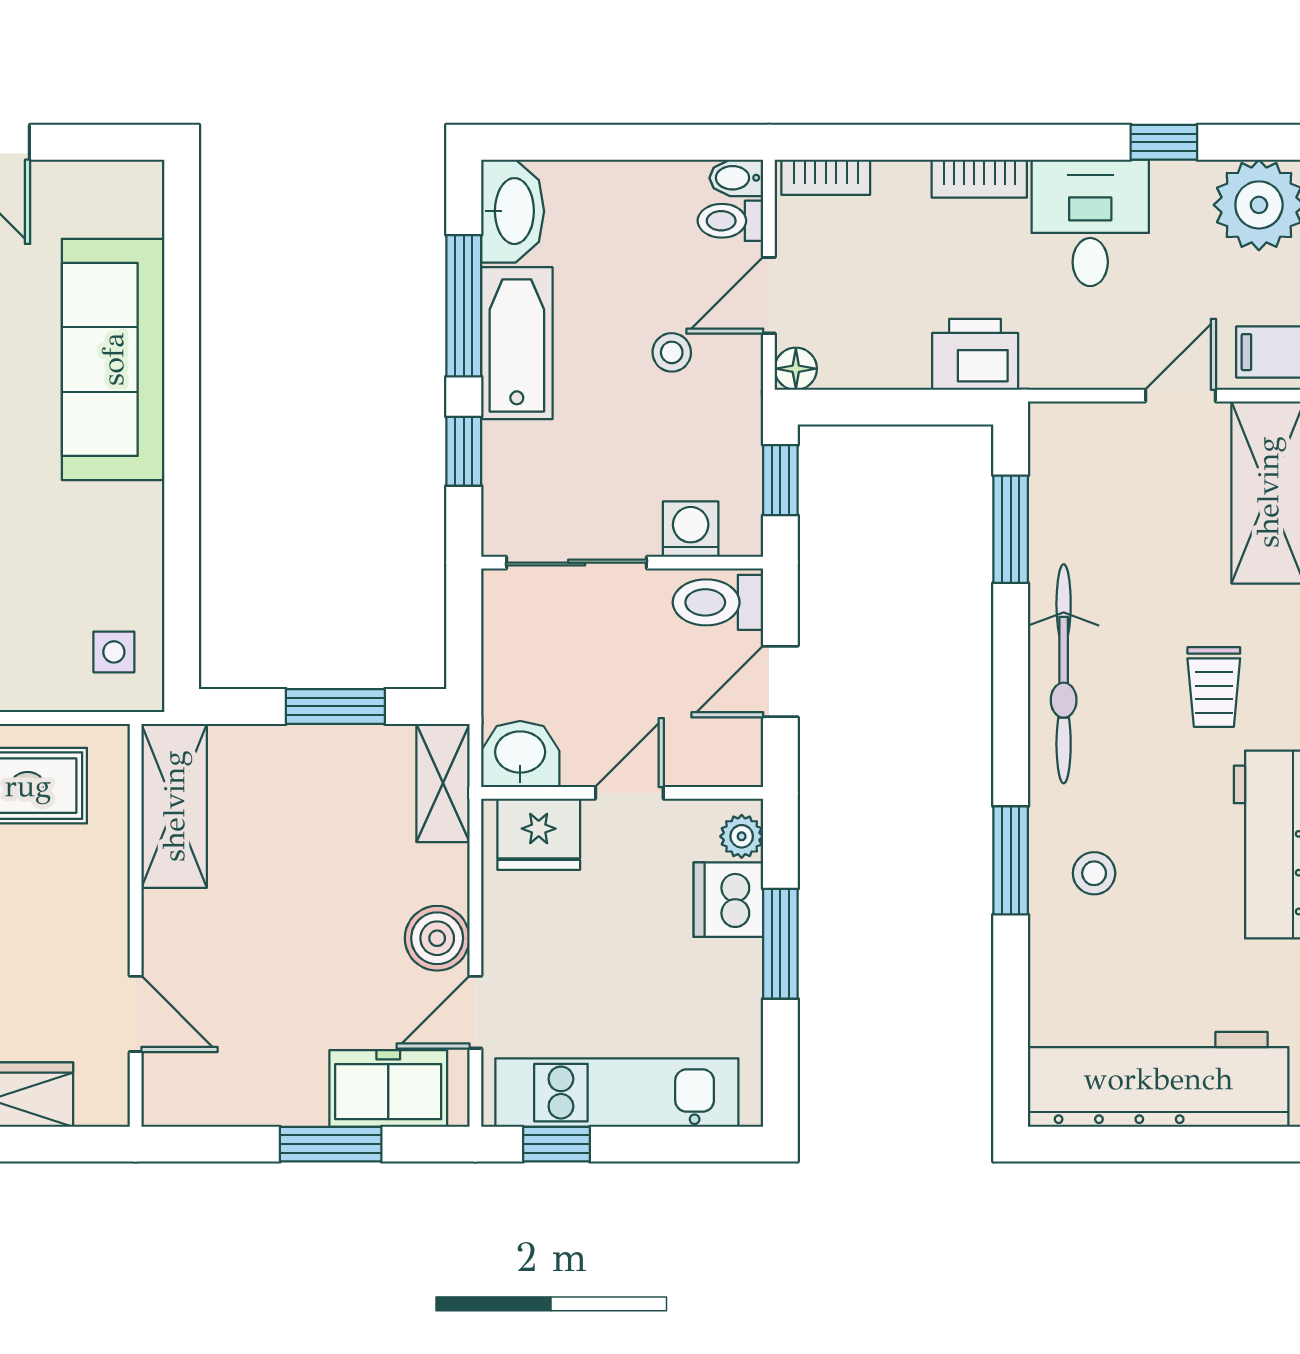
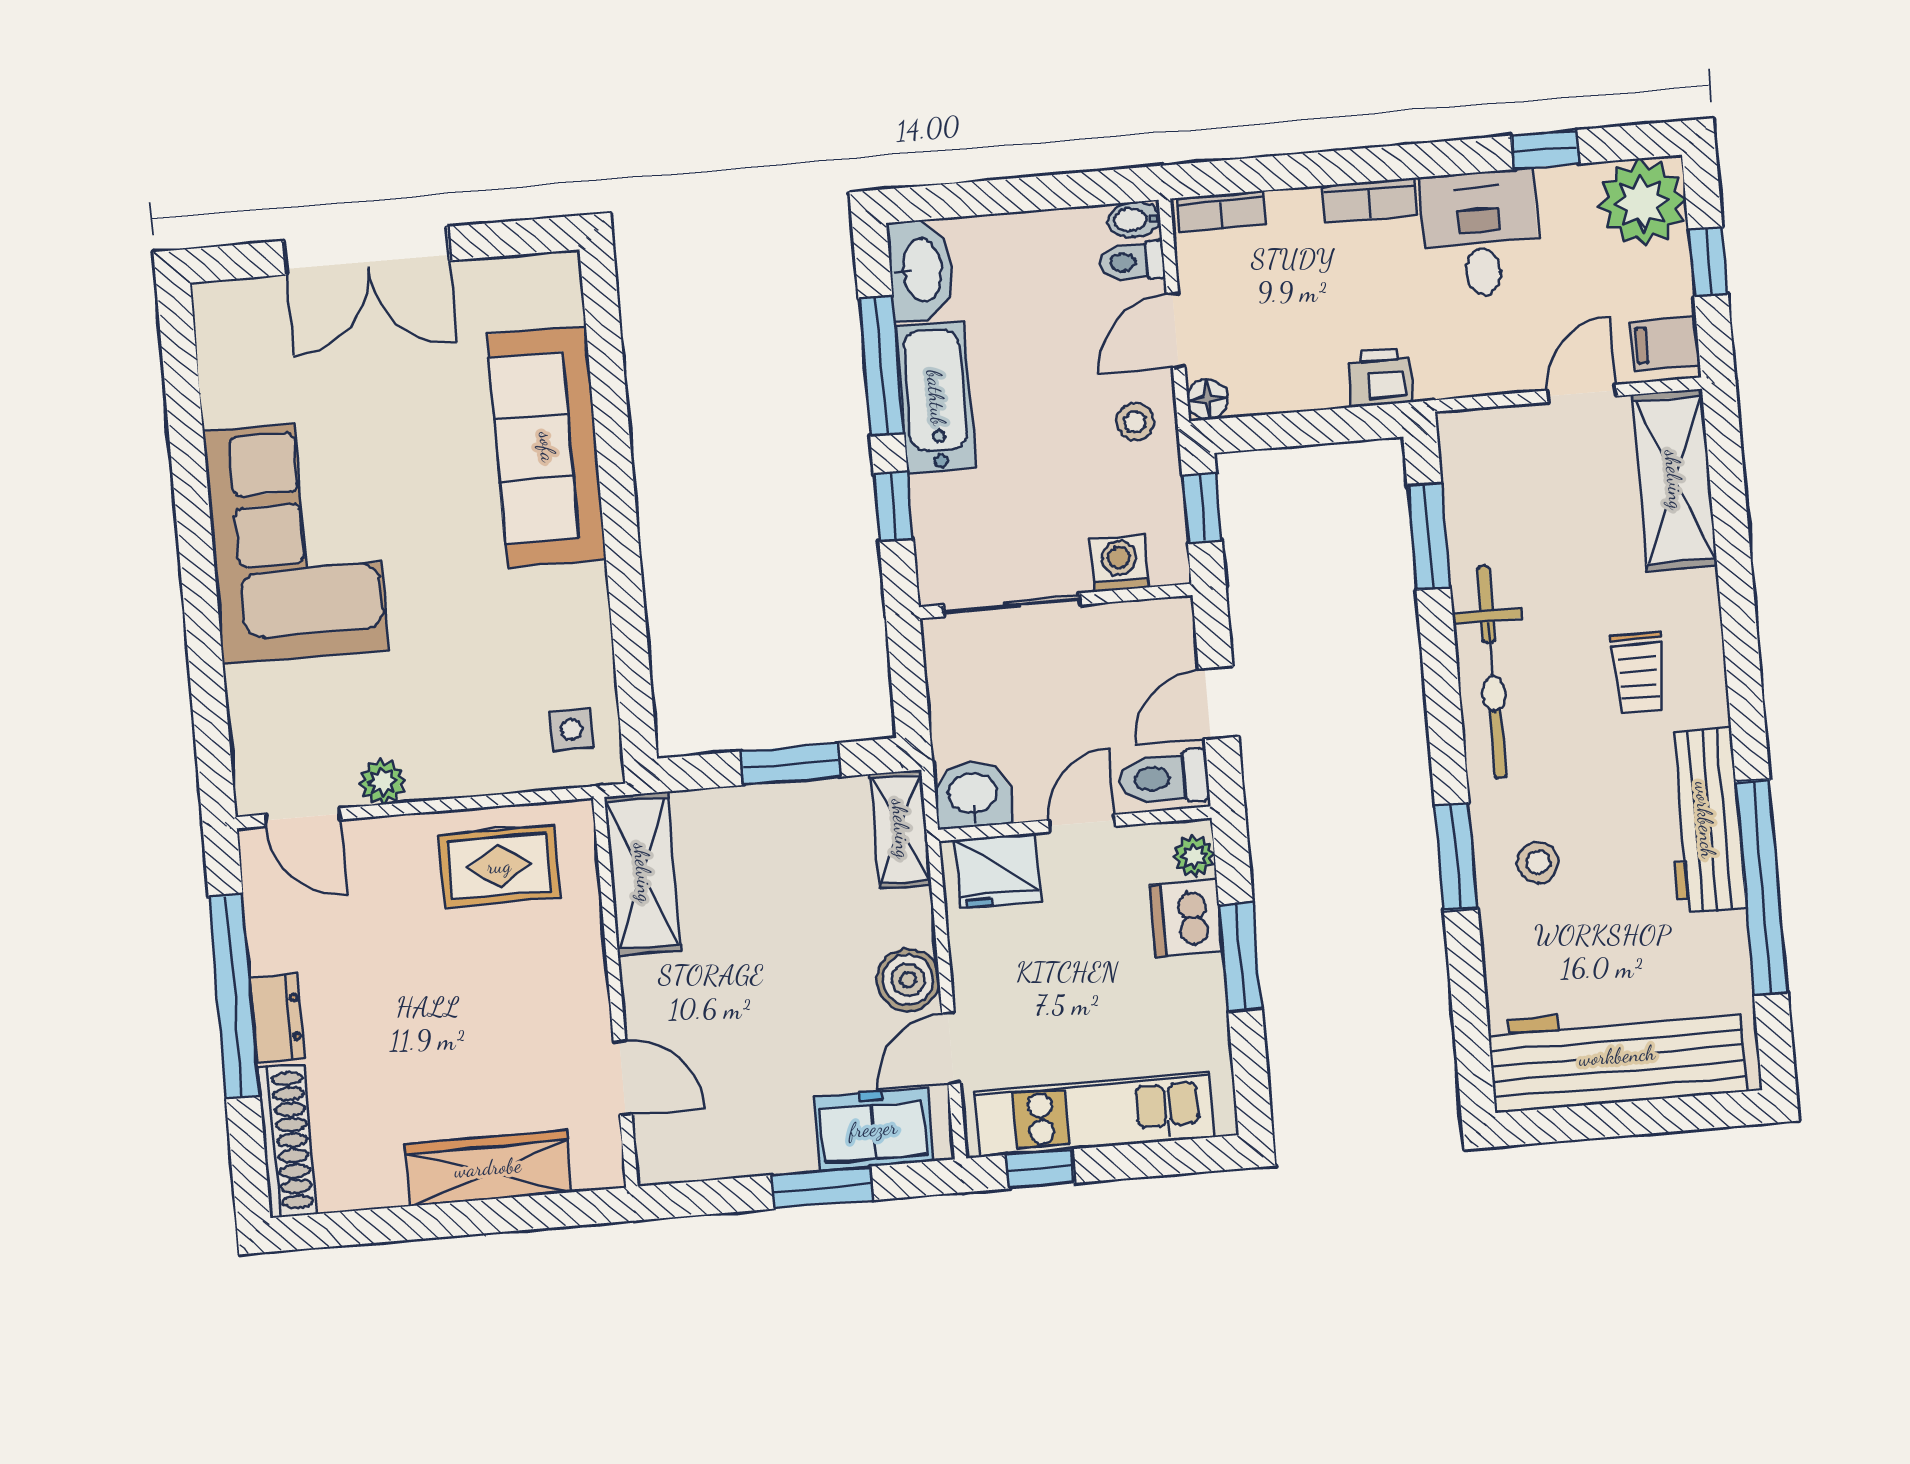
stool: (672, 352) -> (1135, 422), moved
printer: (975, 354) -> (1380, 377), width x0.73, depth x0.81
toilet: (718, 602) -> (1164, 778), moved

